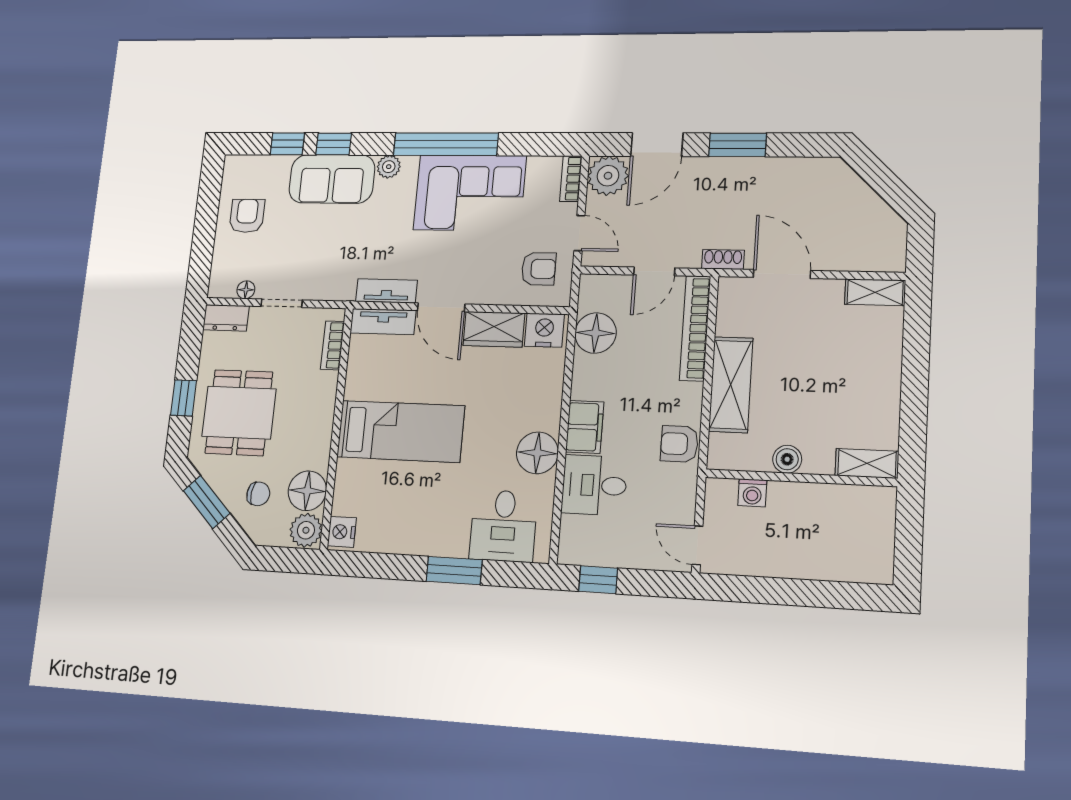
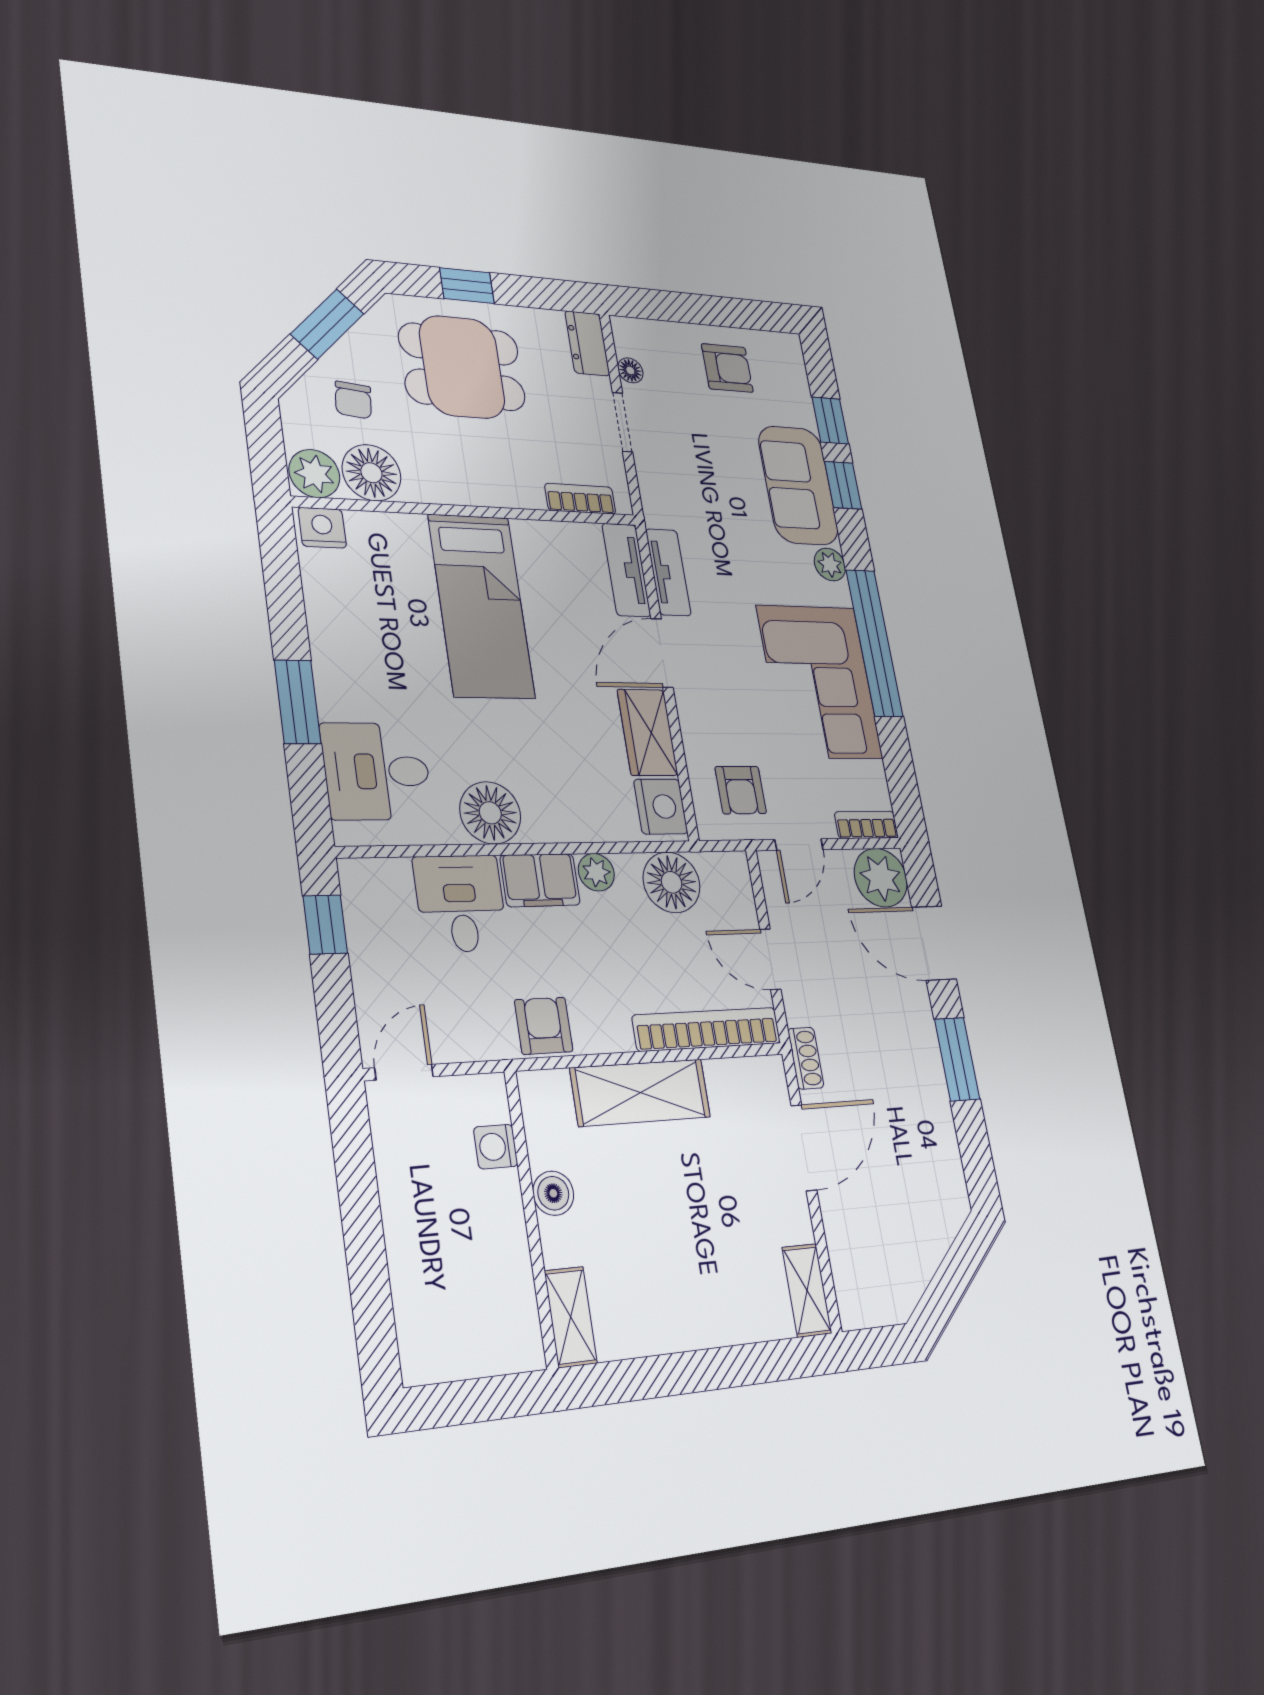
plant: (583, 386) -> (596, 872), added

